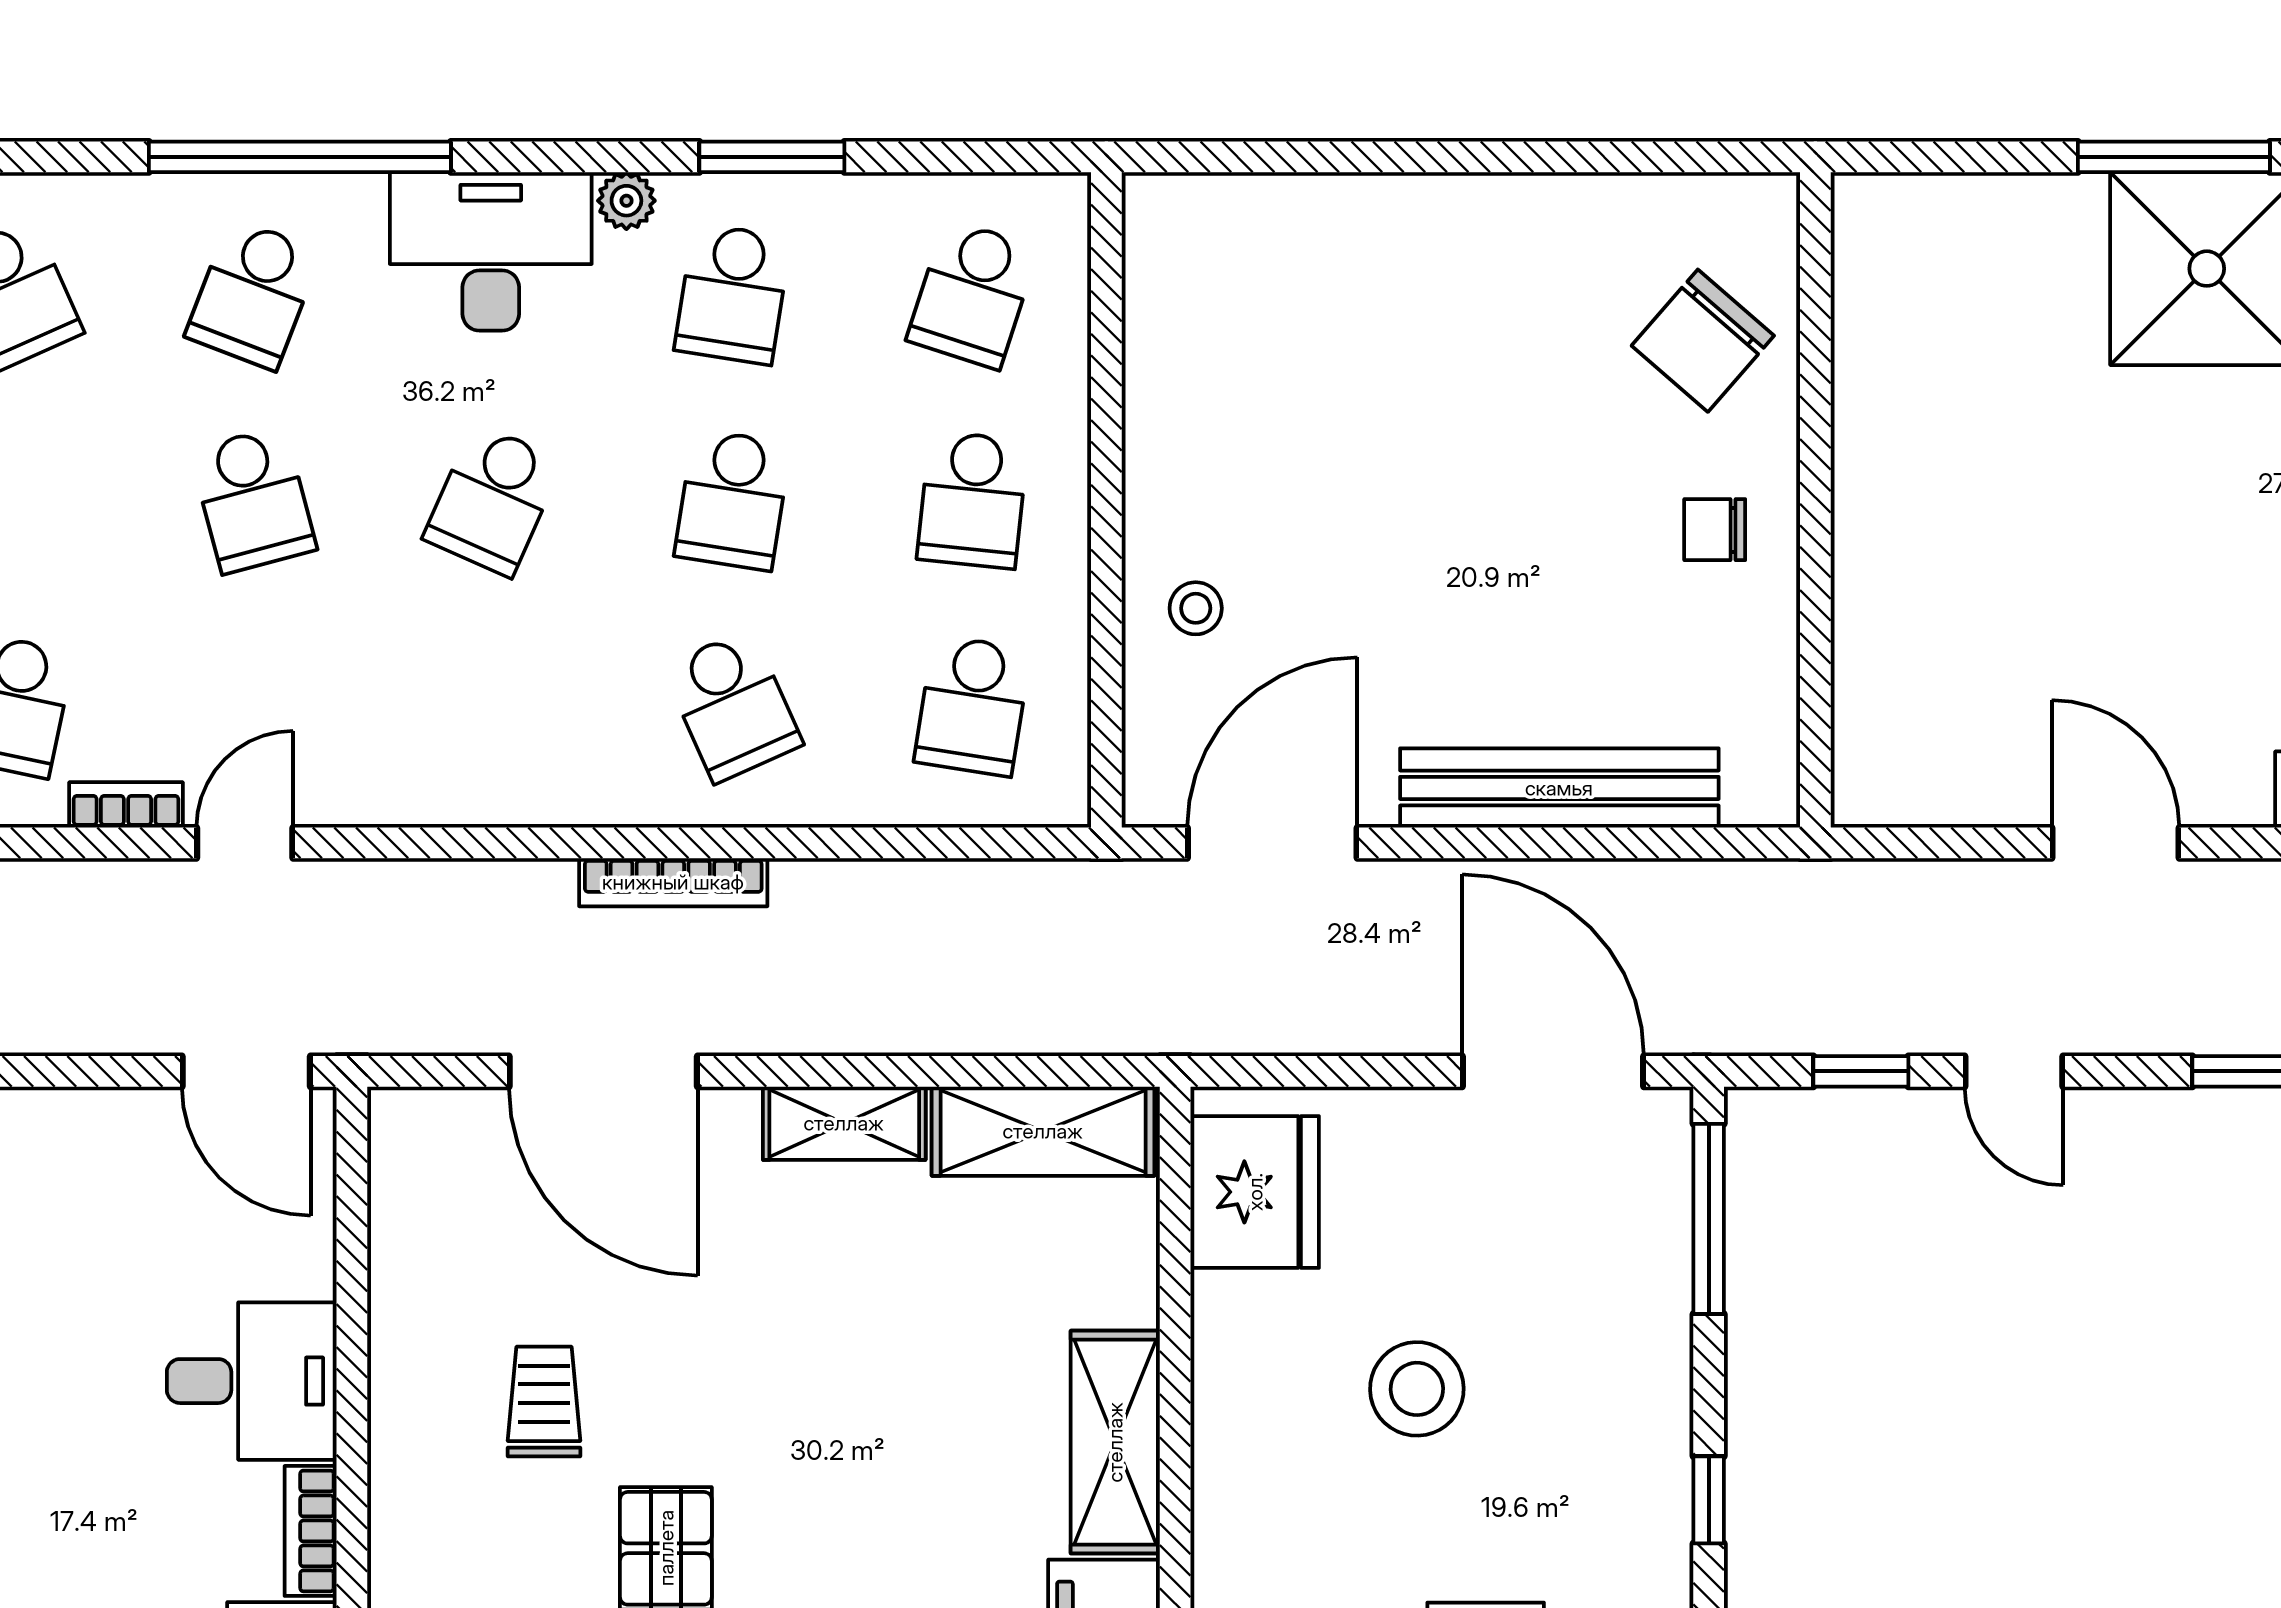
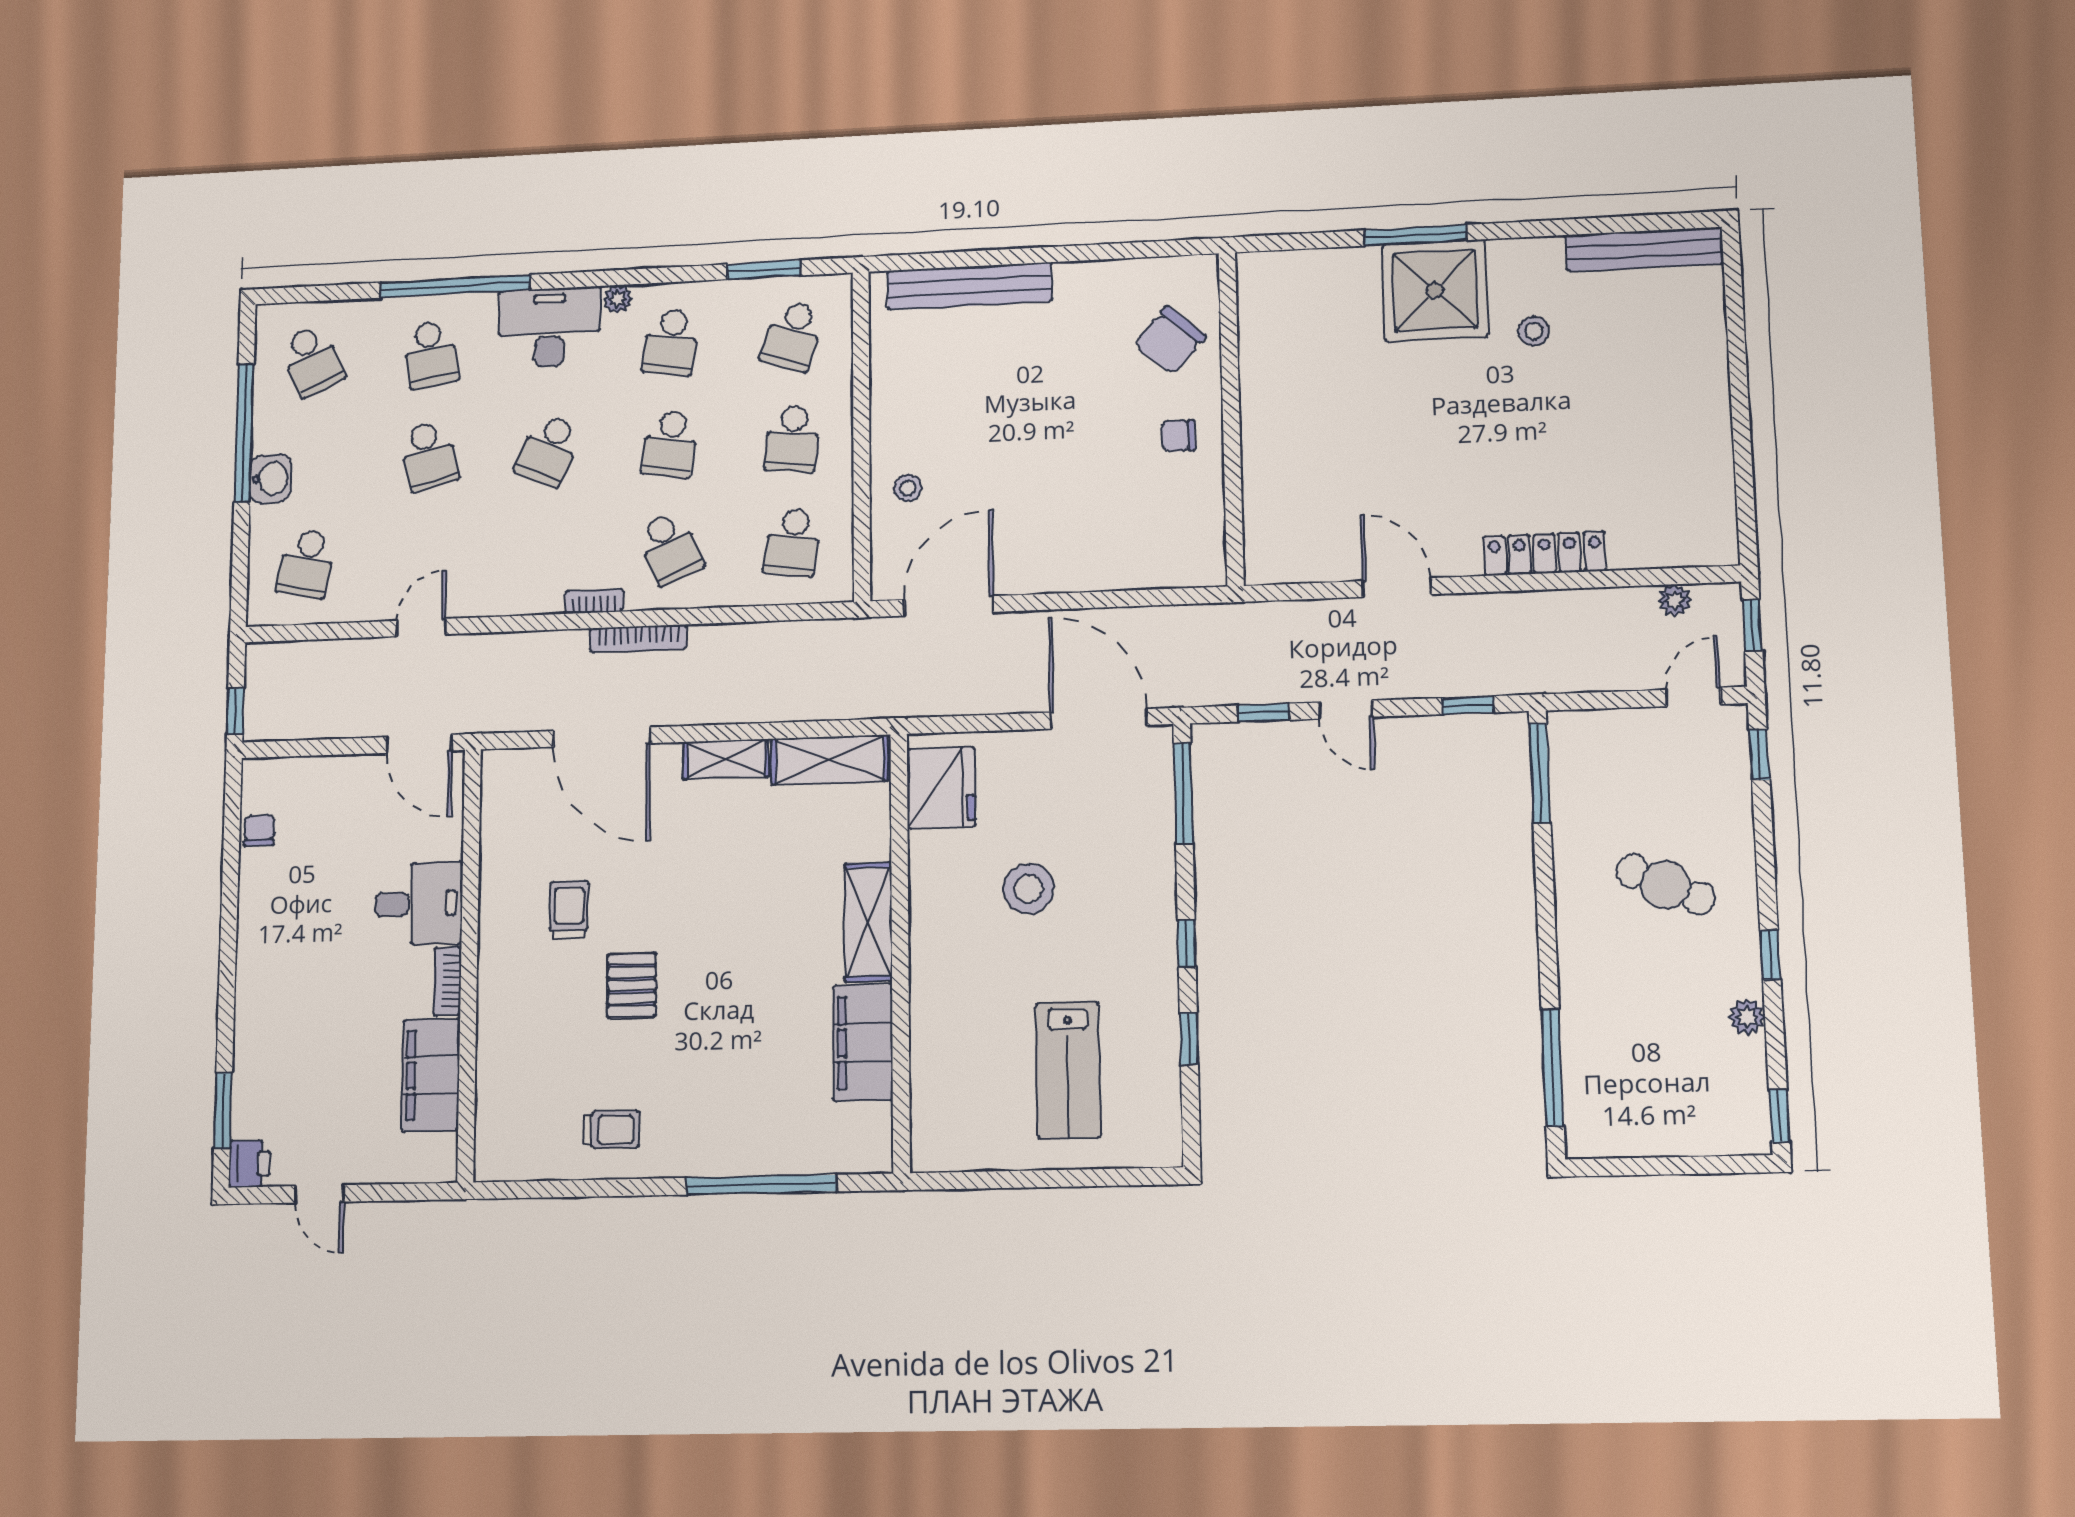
window: (772, 157) -> (764, 270), moved
school desk: (253, 294) -> (431, 354), turned -30
bench: (1559, 788) -> (969, 286), moved
bookcase: (126, 805) -> (594, 601), moved

